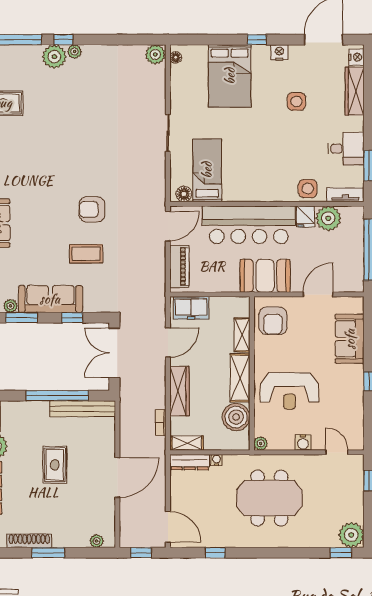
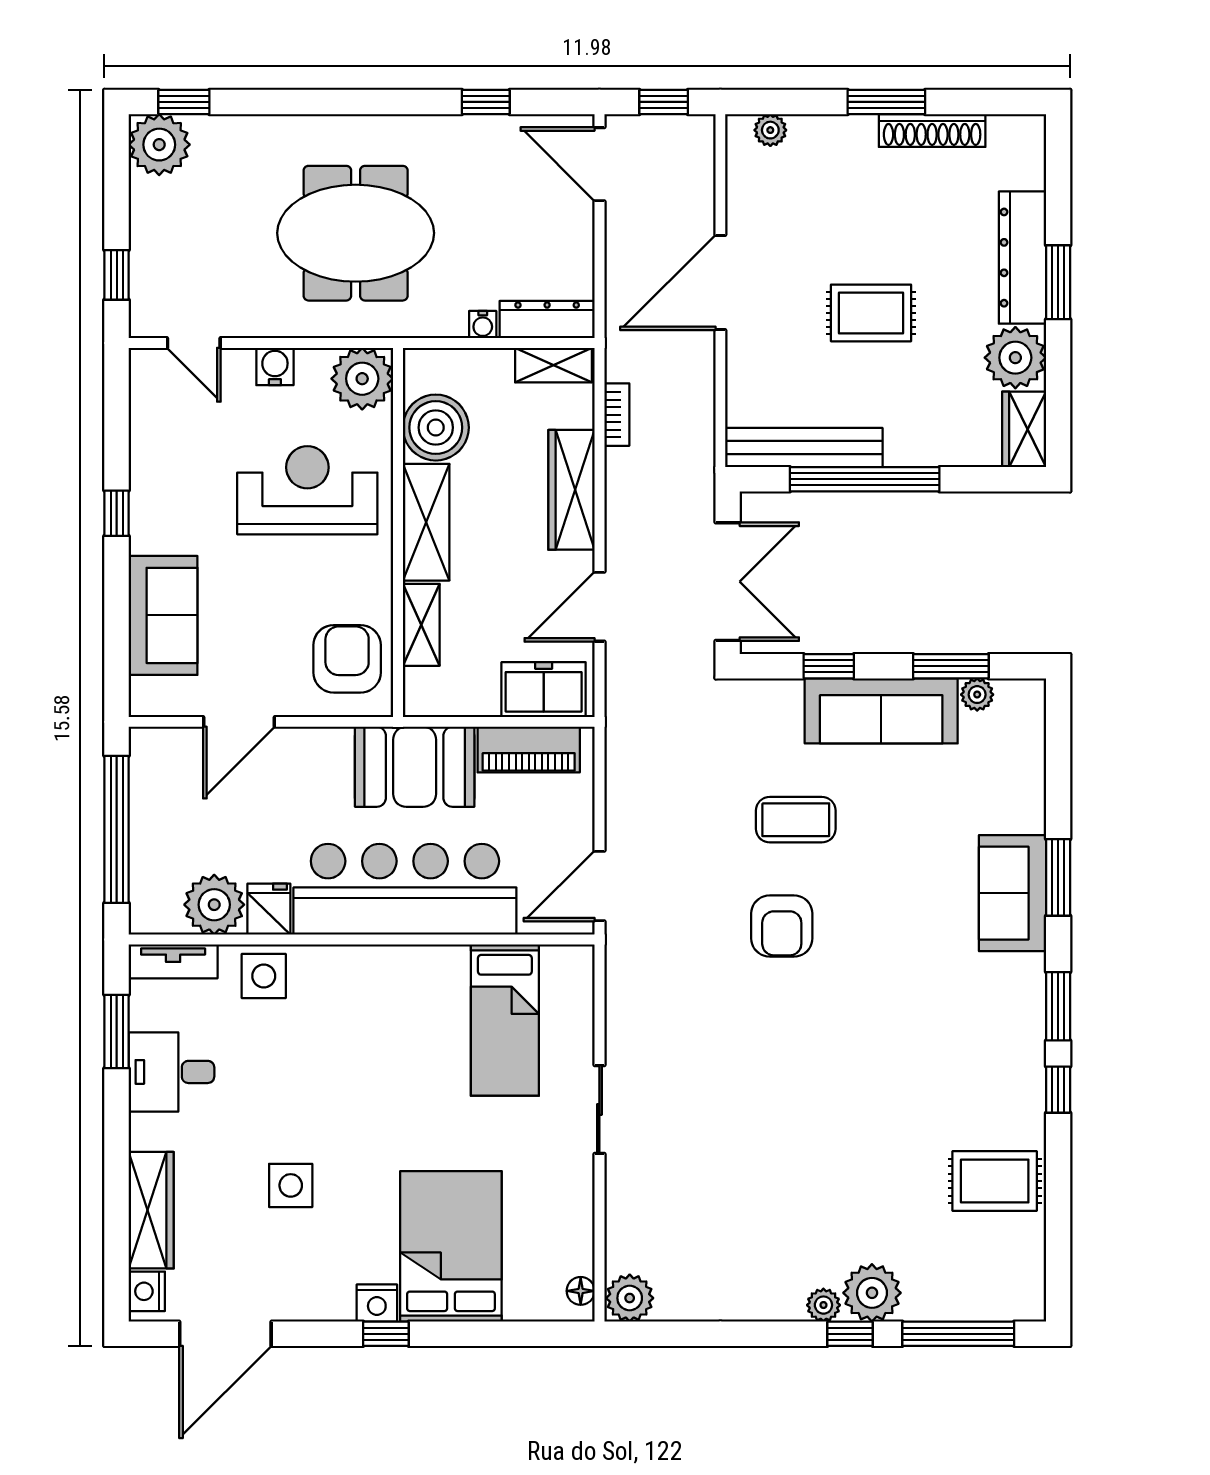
nightstand: (279, 52) -> (377, 1303), moved
floor lamp: (184, 194) -> (561, 963), removed
armchair: (92, 209) -> (782, 926), turned 90
piano: (179, 266) -> (529, 750), moved, turned -90
booth: (265, 276) -> (415, 767), moved
plant: (261, 443) -> (362, 379), width x1.88, depth x1.88
rug: (55, 465) -> (871, 313), turned 90

